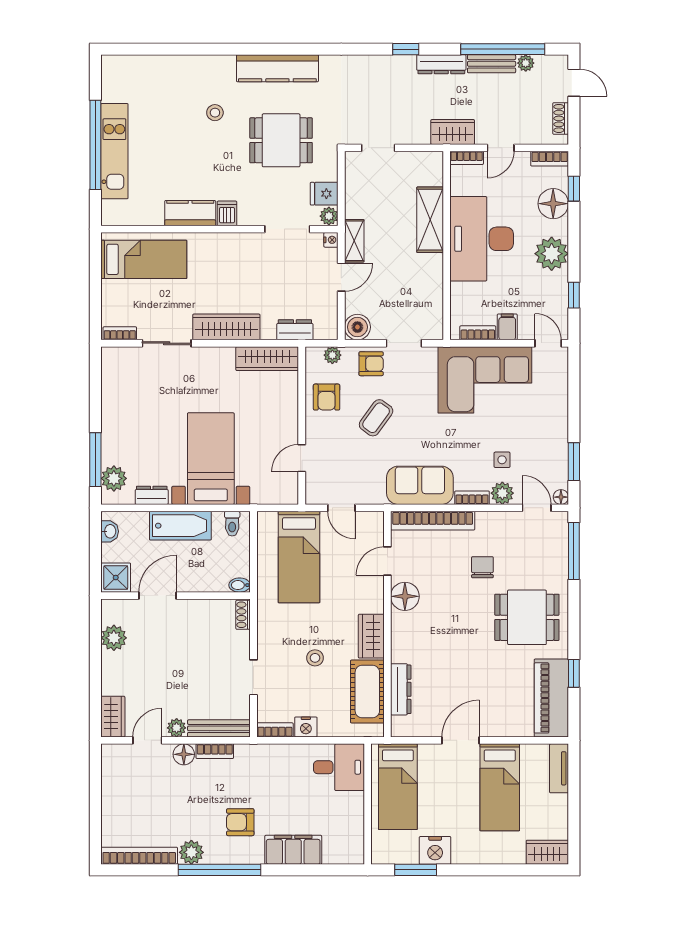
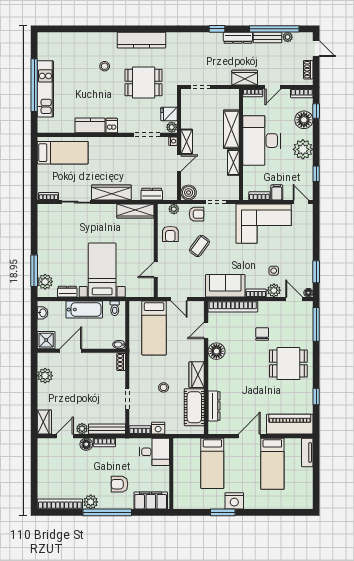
shelving: (434, 276) -> (233, 163), added
piano: (551, 698) -> (290, 424), moved, turned 90
desk: (339, 767) -> (154, 452), moved
wall: (368, 804) -> (171, 474), moved
wardrobe: (547, 852) -> (300, 502), removed

